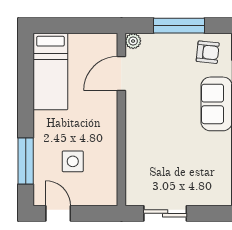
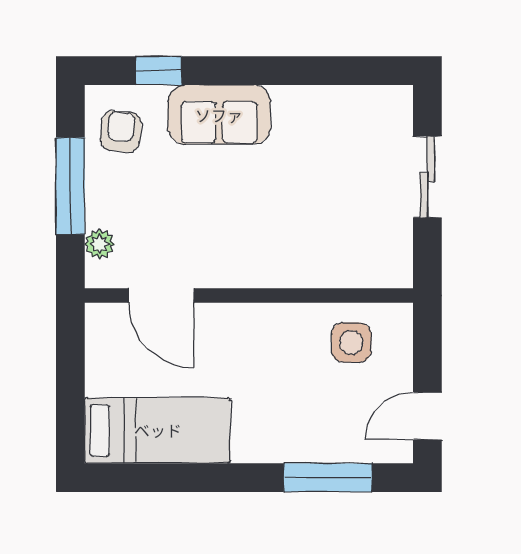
plant: (133, 41) -> (100, 244), moved
side table: (73, 161) -> (351, 342), moved
sliding door: (165, 213) -> (427, 177), moved

